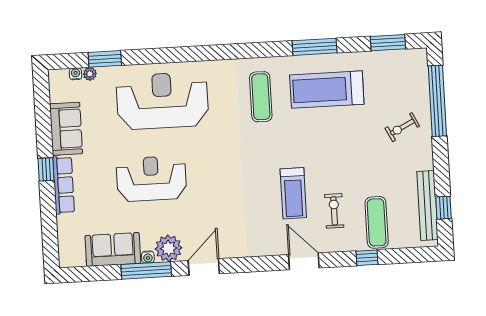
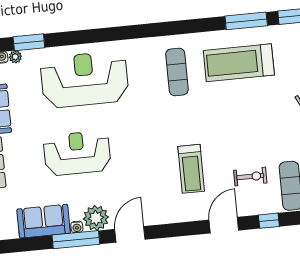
window: (315, 47) -> (246, 21), moved
treadmill: (293, 193) -> (191, 169), moved
exercise bike: (334, 211) -> (250, 177), turned 90
window: (367, 258) -> (269, 221), moved
door: (304, 261) -> (224, 225), hinge flipped

